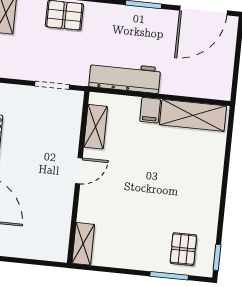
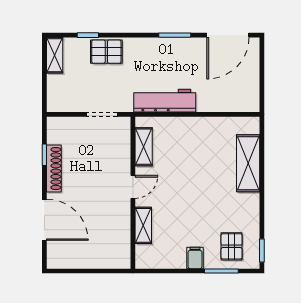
filing cabinet: (150, 110) -> (195, 258), moved, turned 180
shelving: (193, 115) -> (248, 163), moved, turned 90
shelving: (83, 244) -> (143, 225), moved

